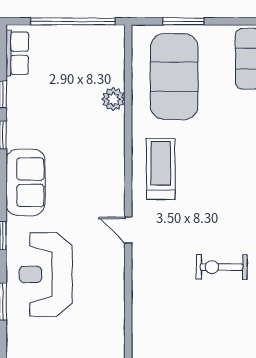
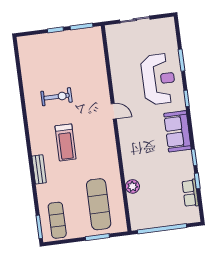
row of seats: (17, 53) -> (190, 193), moved
exercise mat: (174, 77) -> (99, 204), width x0.68
treadmill: (161, 169) -> (66, 142), moved

